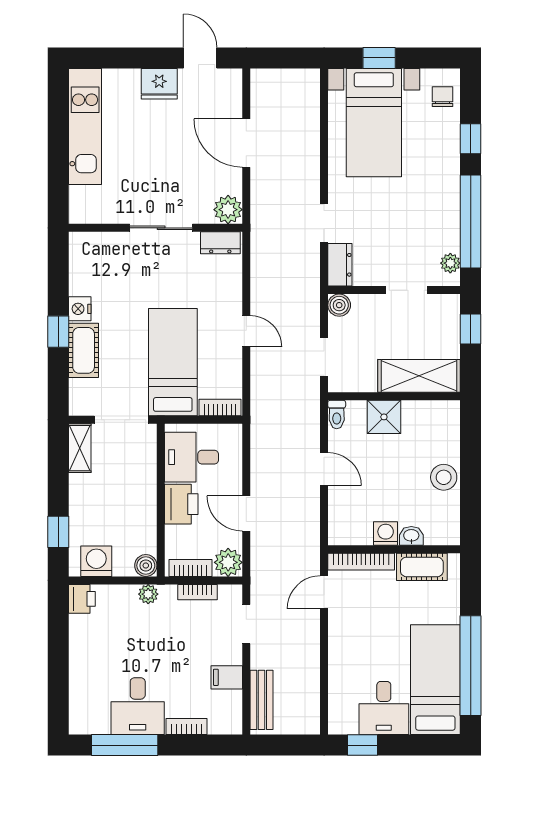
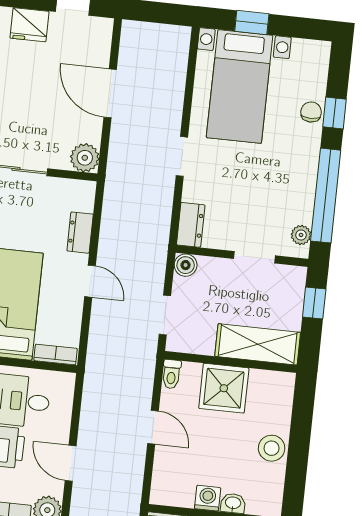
chair: (443, 97) -> (311, 112), moved
doorway: (324, 223) -> (182, 156), moved
dresser: (220, 243) -> (80, 233), moved, turned 90
shower: (384, 417) -> (224, 388), width x1.36, depth x1.36

